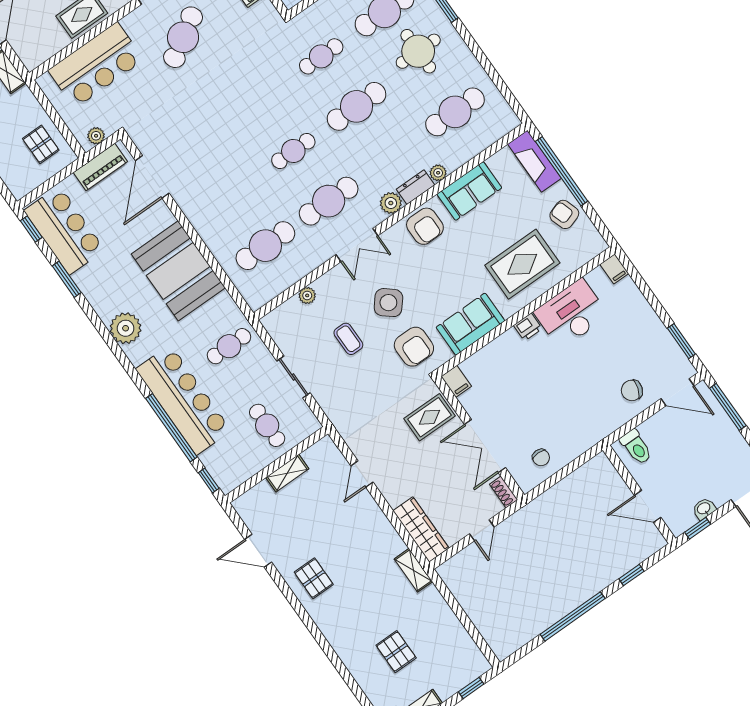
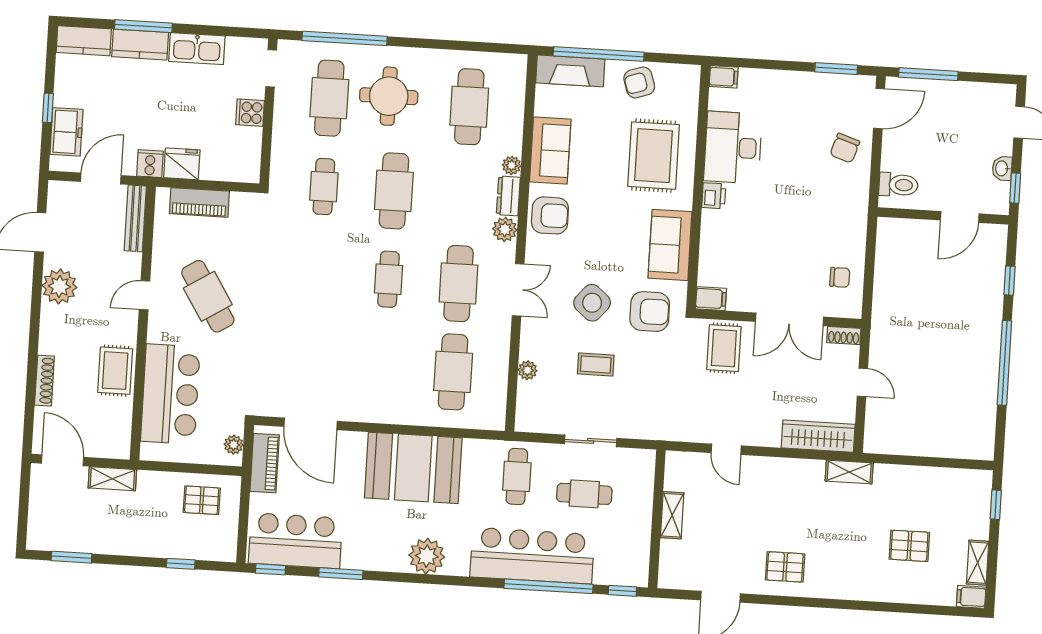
cafe table: (267, 425) -> (584, 494), moved

